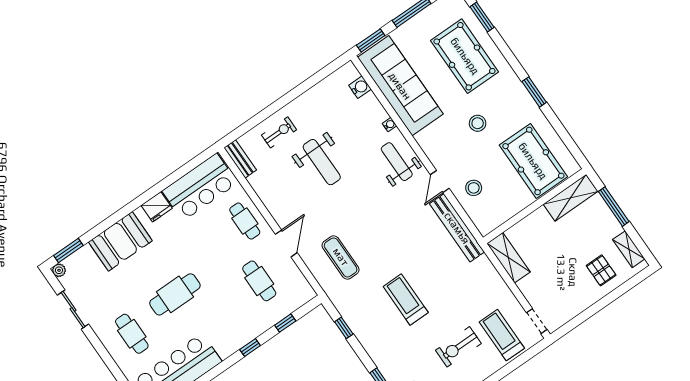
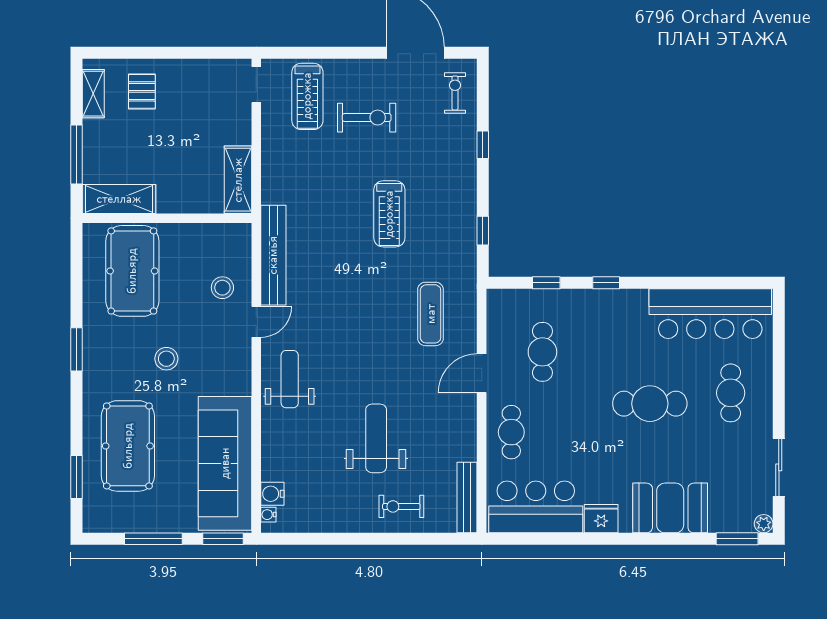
water cooler: (390, 125) -> (268, 515), moved
bench: (240, 159) -> (467, 497), width x1.36
weight bench: (397, 162) -> (290, 379), turned 180

